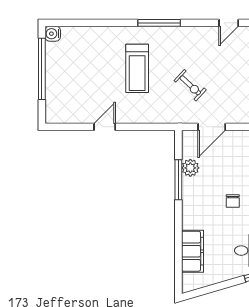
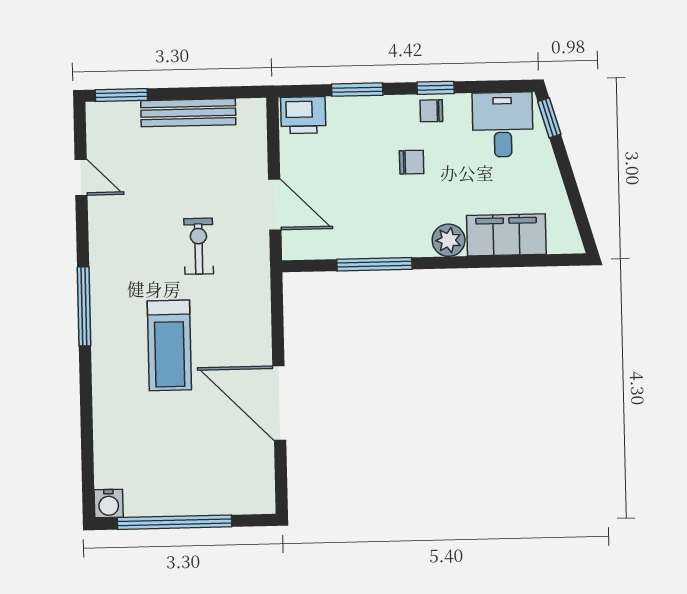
treadmill: (137, 68) -> (169, 345), turned 90
exercise bike: (190, 85) -> (199, 246), turned -43
door: (105, 127) -> (279, 403), width x1.88
plant: (190, 168) -> (449, 240), moved

